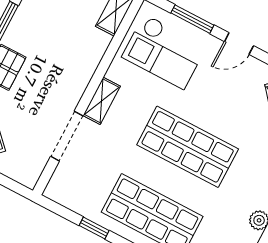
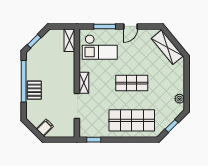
shop shelf: (188, 147) -> (132, 83), width x0.70, depth x0.74
window: (94, 228) -> (94, 140), moved

